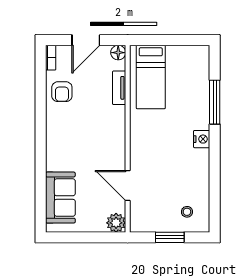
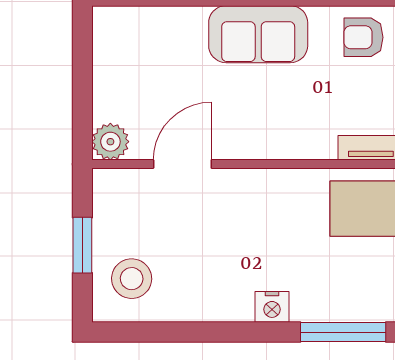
sofa: (60, 198) -> (258, 34), moved
stool: (187, 212) -> (132, 279), width x1.89, depth x1.89

